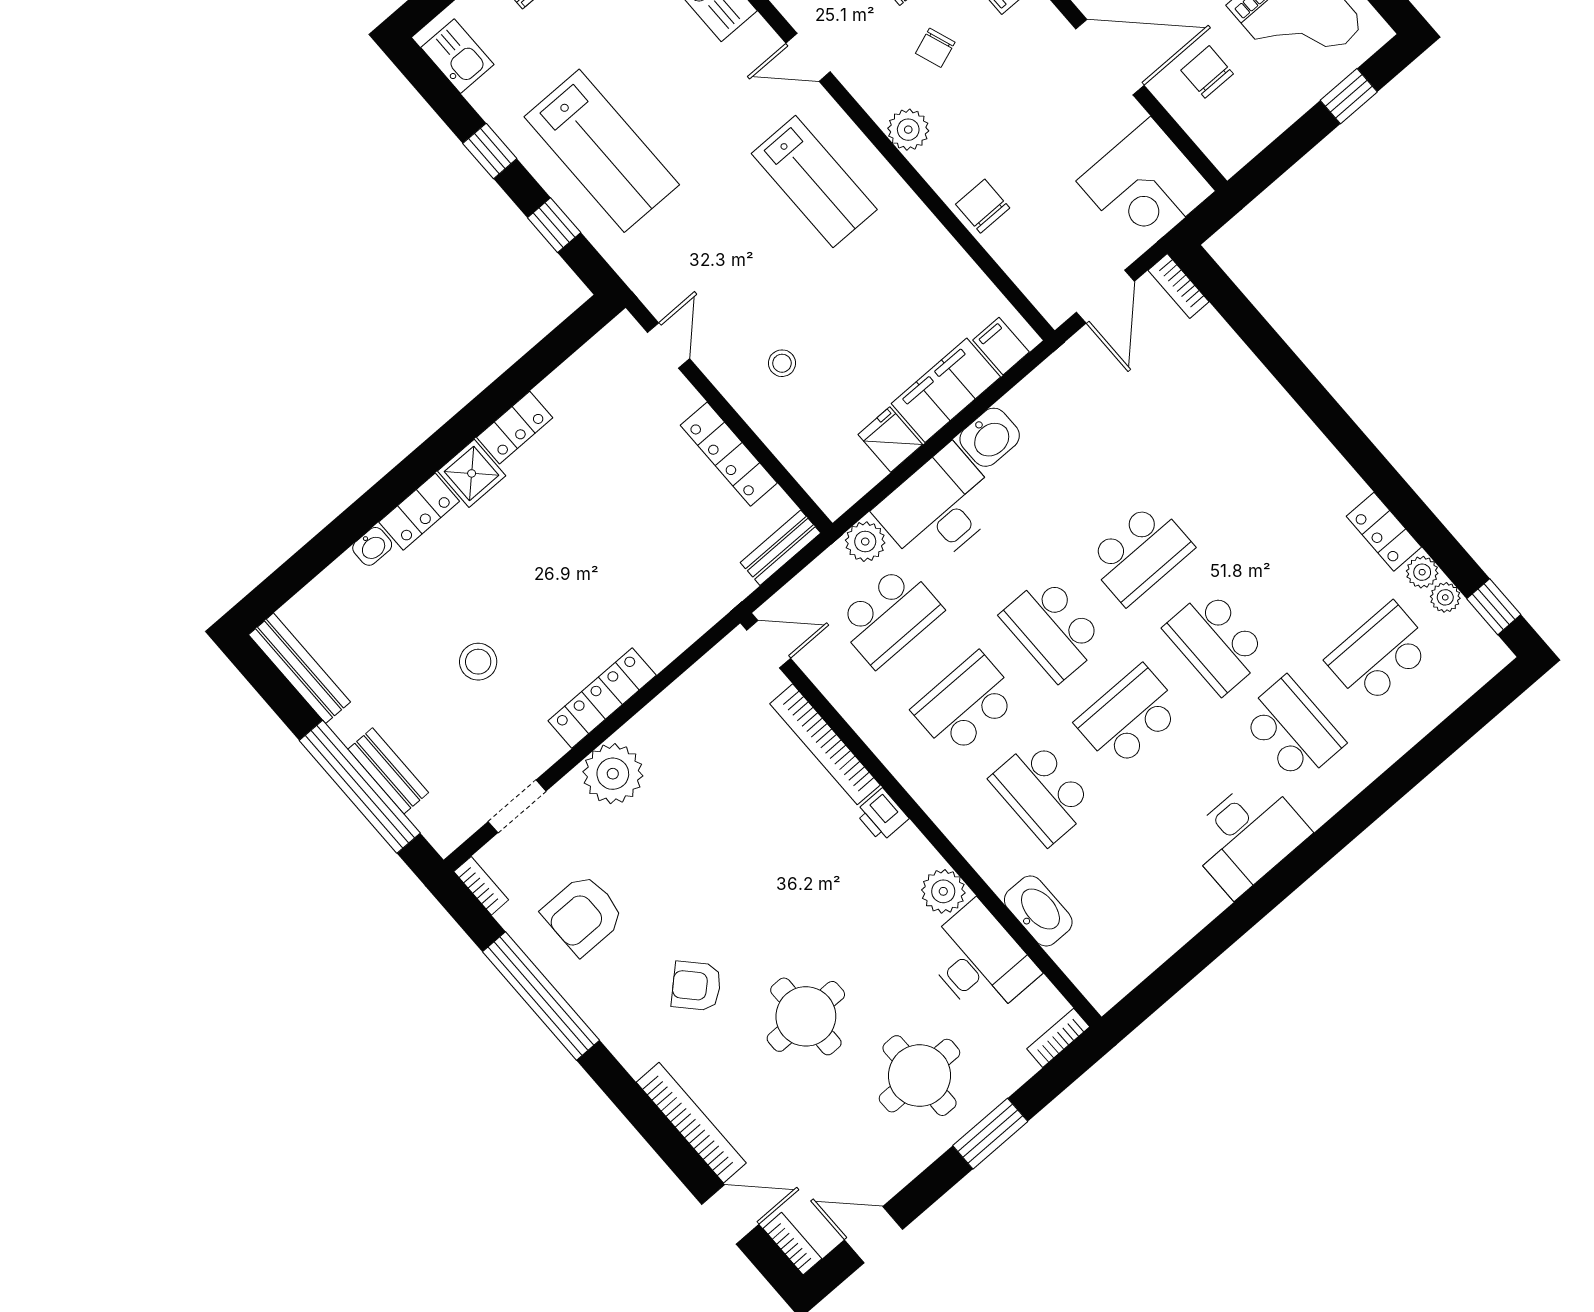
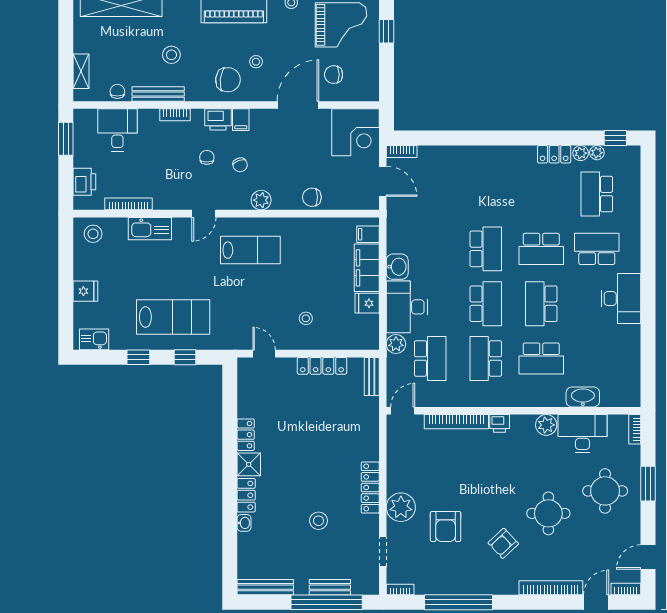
school desk: (1053, 629) -> (486, 304), turned -90
armchair: (583, 915) -> (446, 527), moved

